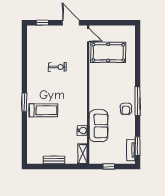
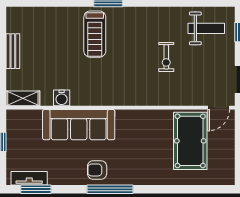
weight bench: (40, 43) -> (206, 28), added
sofa: (98, 126) -> (79, 125), width x1.36

